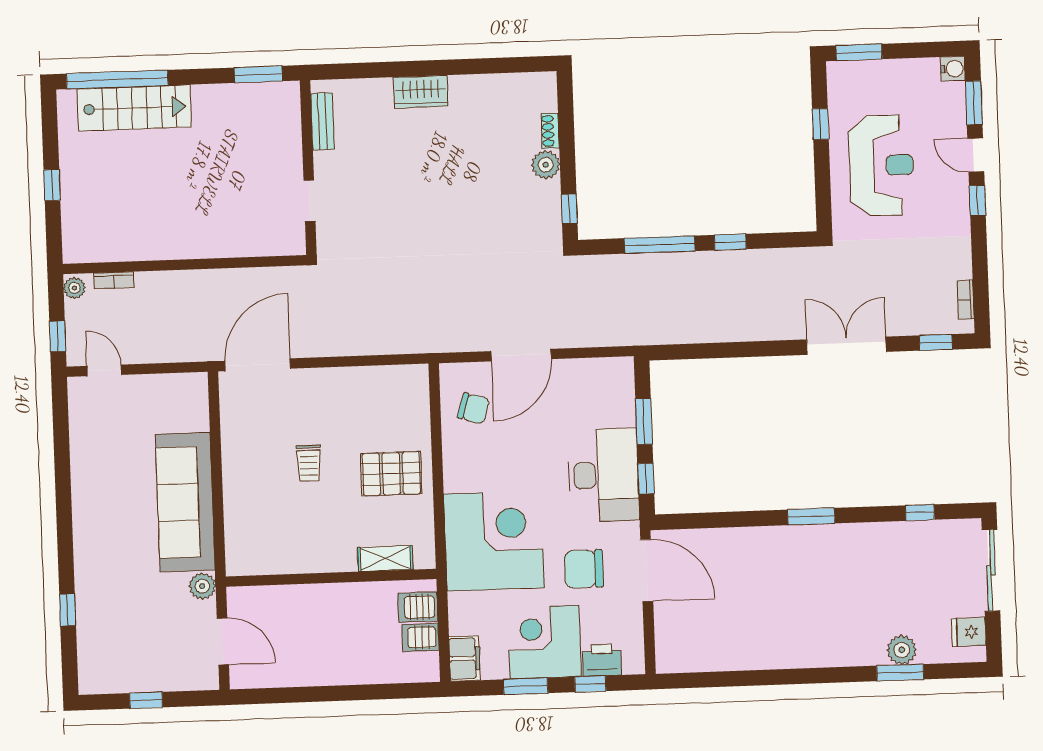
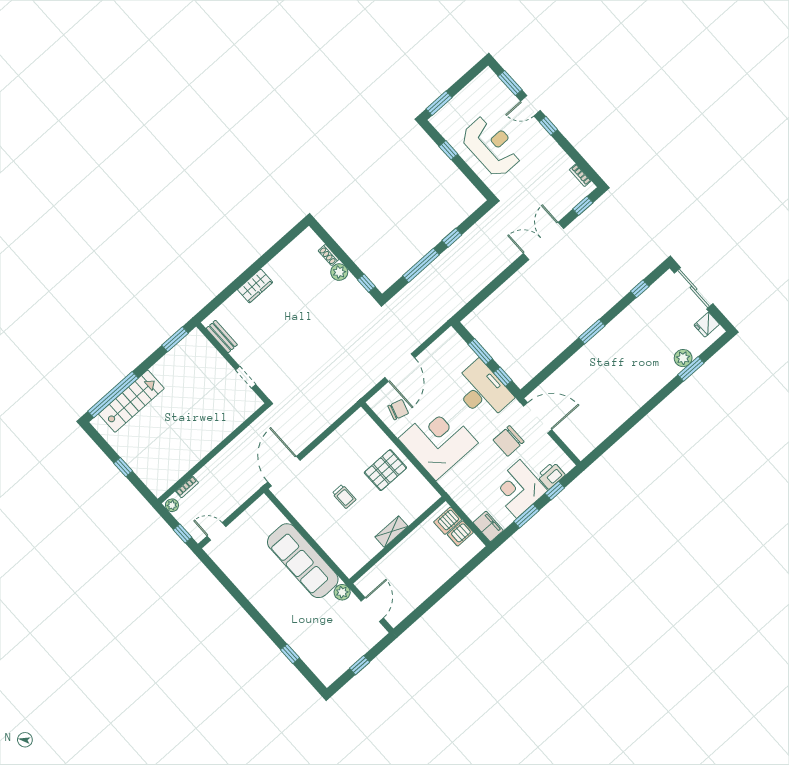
water cooler: (953, 69) -> (488, 75), removed
corner desk: (494, 541) -> (438, 441), moved
shelving: (385, 558) -> (391, 532), moved
door: (223, 641) -> (372, 610), hinge flipped

